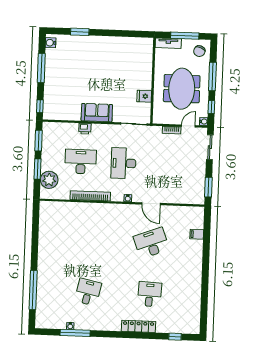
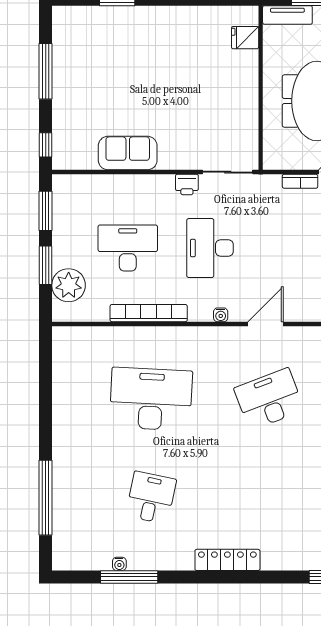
water cooler: (51, 43) -> (62, 22), removed
fridge: (144, 96) -> (245, 38), moved
sofa: (97, 113) -> (128, 153), moved
printer: (85, 129) -> (187, 185), moved
door: (151, 204) -> (266, 324), swing flipped
desk: (150, 294) -> (151, 399), moved, width x1.87, depth x1.30
locker: (138, 326) -> (227, 560), moved

